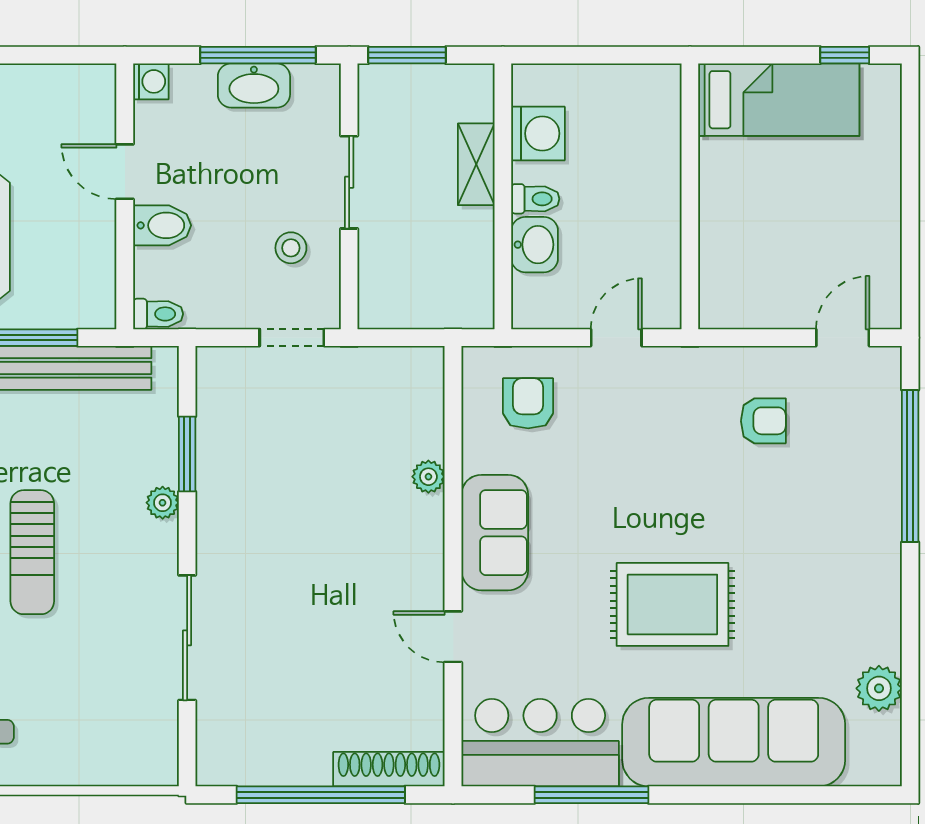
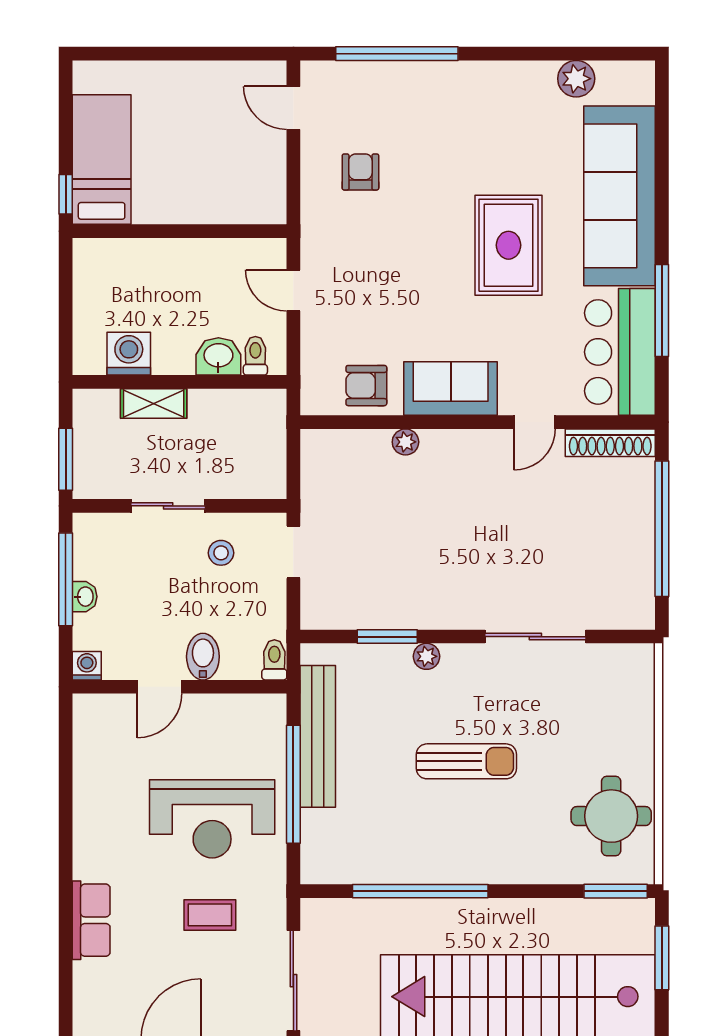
window: (845, 55) -> (66, 194), moved
washbasin: (254, 85) -> (85, 597), width x0.52, depth x0.69
toilet: (535, 199) -> (255, 356), moved
armchair: (528, 403) -> (366, 386), moved
shoe rack: (389, 769) -> (610, 443), moved, turned -90

